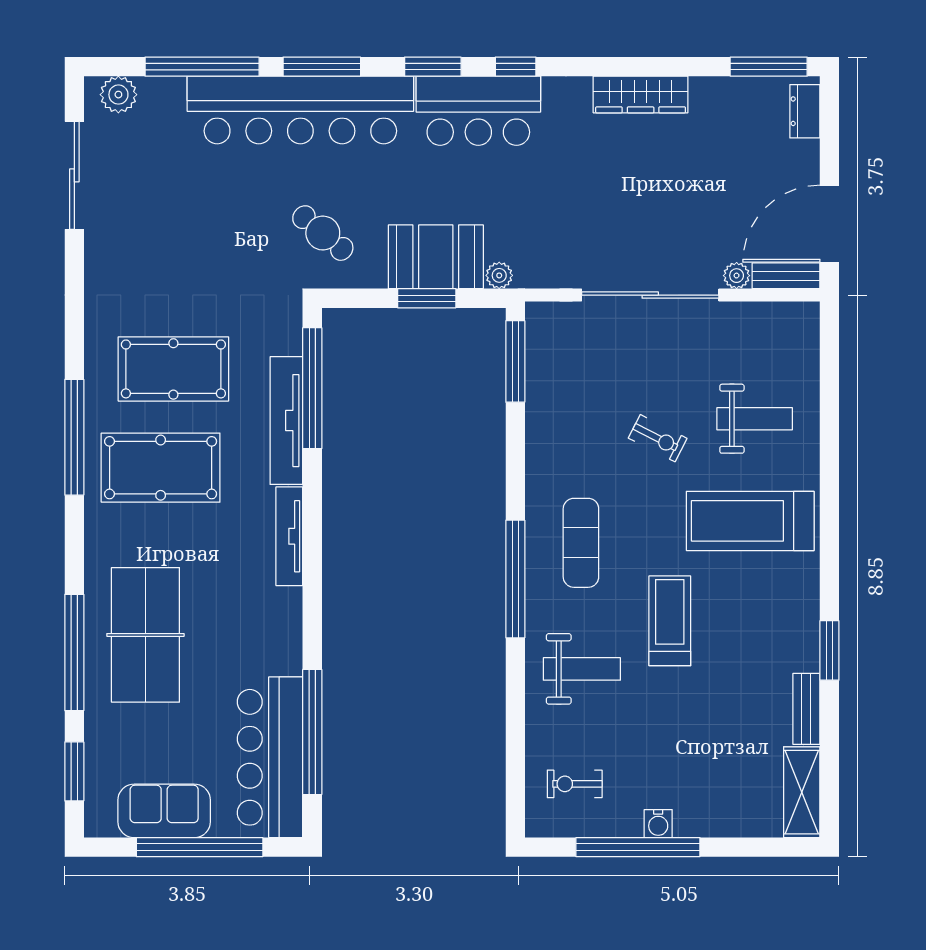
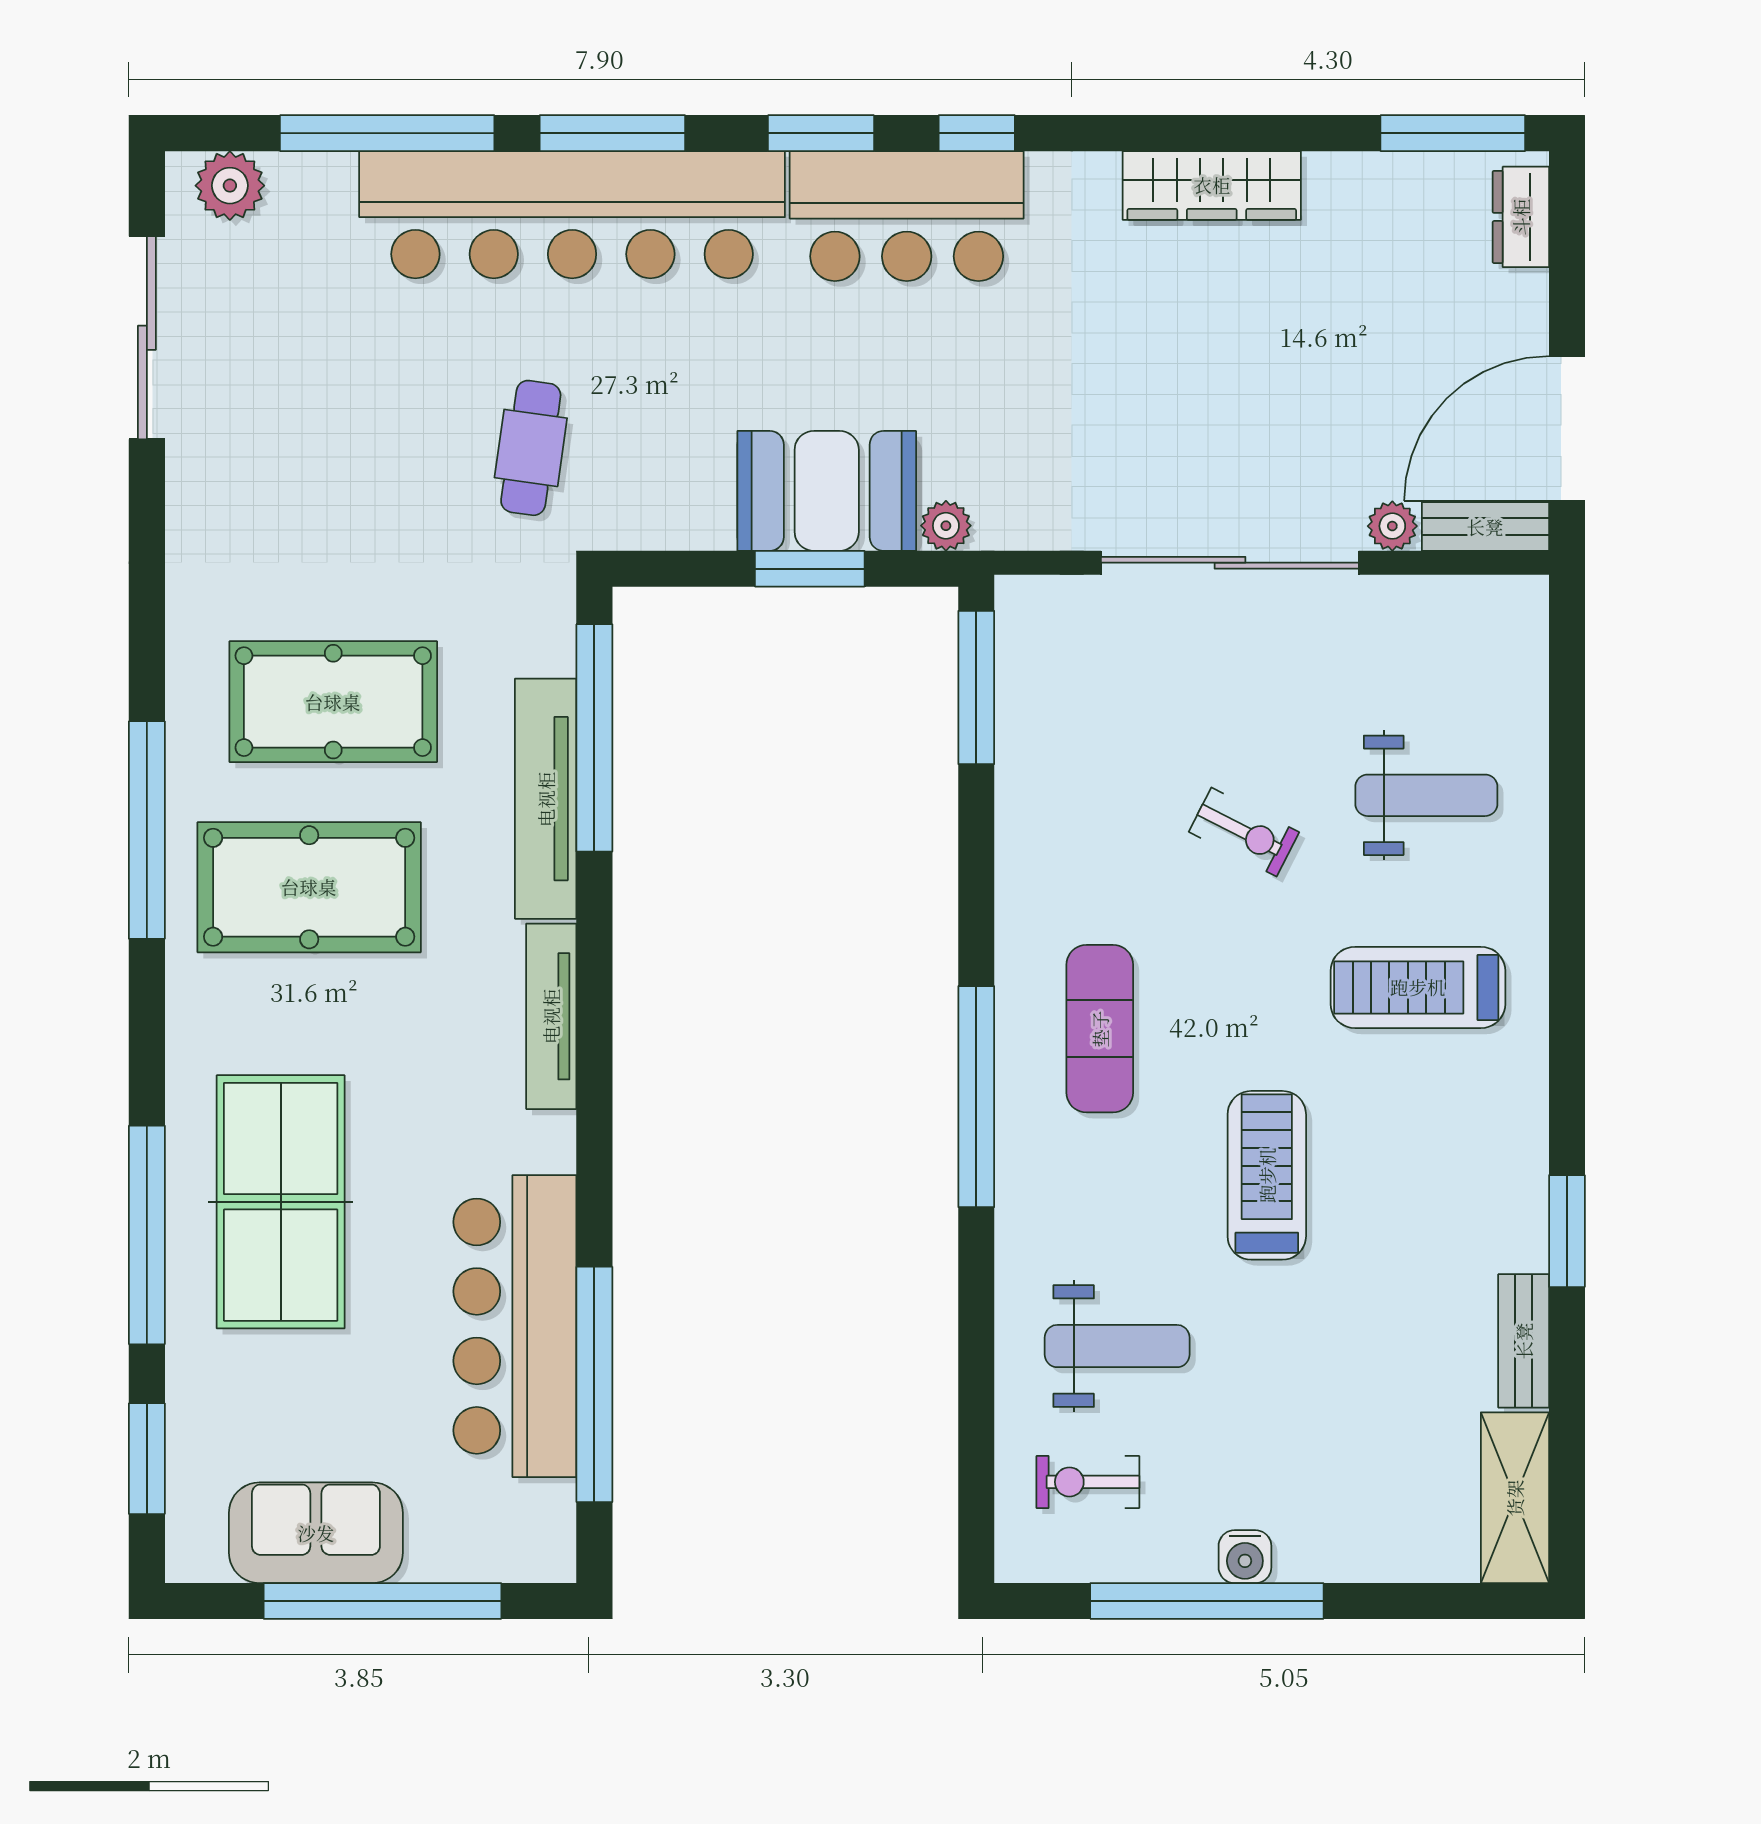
cafe table: (323, 233) -> (531, 448), moved, turned 58
treadmill: (750, 521) -> (1418, 987), width x0.73, depth x0.73
weight bench: (582, 669) -> (1117, 1346), moved
bar counter: (270, 757) -> (515, 1326), moved

